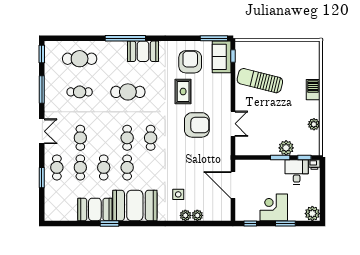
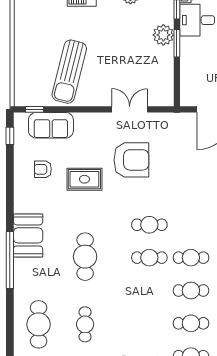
window: (214, 38) -> (10, 136), width x0.46
sofa: (222, 57) -> (51, 125), moved
armchair: (190, 62) -> (43, 169), width x0.53, depth x0.53
armchair: (197, 125) -> (131, 160), turned 90
cafe table: (80, 138) -> (149, 323), removed

